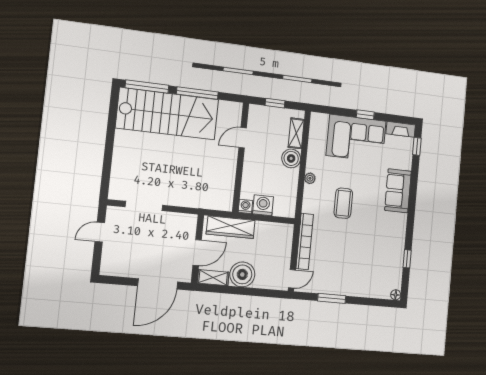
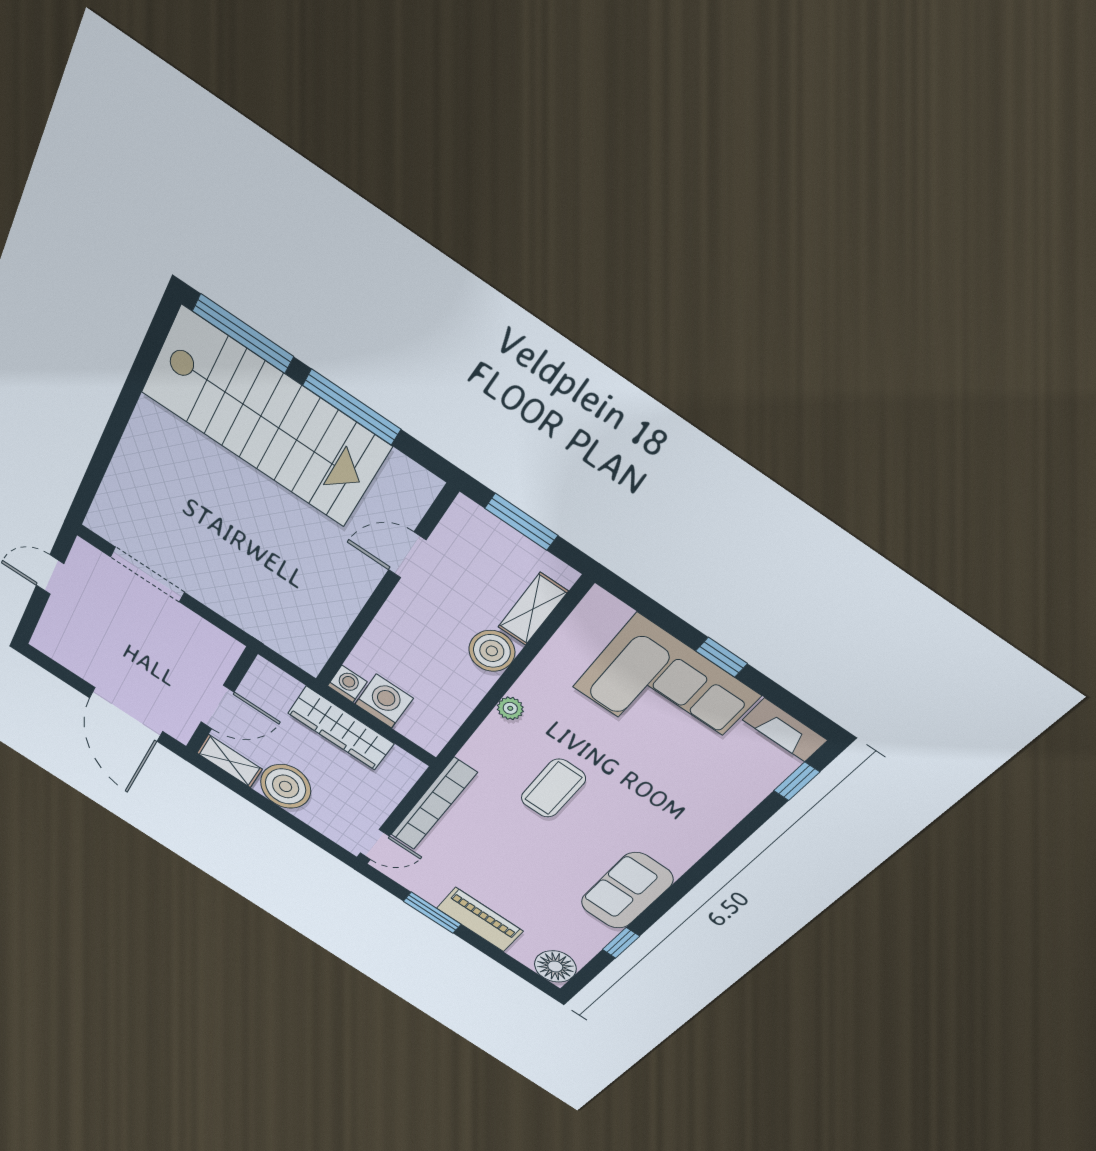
window: (275, 103) -> (521, 522), width x1.50
sofa: (398, 191) -> (627, 891), moved
wardrobe: (231, 227) -> (341, 728), moved
door: (158, 284) -> (126, 714), hinge flipped
piano: (351, 288) -> (480, 920), added
floor lamp: (396, 295) -> (555, 966), width x1.89, depth x1.89

